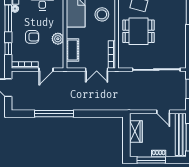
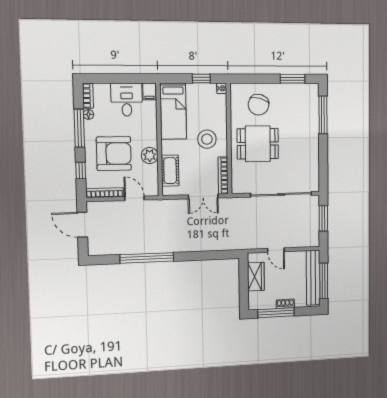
stool: (102, 14) -> (207, 139), moved
armchair: (32, 37) -> (114, 154), width x1.88, depth x1.88
door: (46, 70) -> (134, 198), swing flipped
door: (163, 112) -> (276, 250), moved

